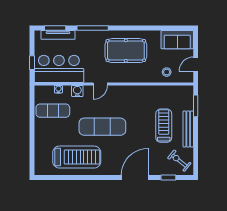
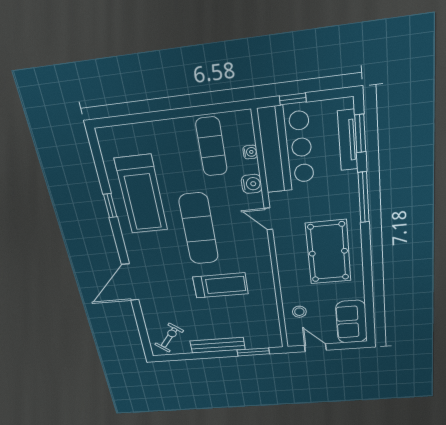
treadmill: (164, 126) -> (220, 285), moved
door: (135, 177) -> (130, 282), swing flipped
window: (168, 177) -> (110, 206), moved

